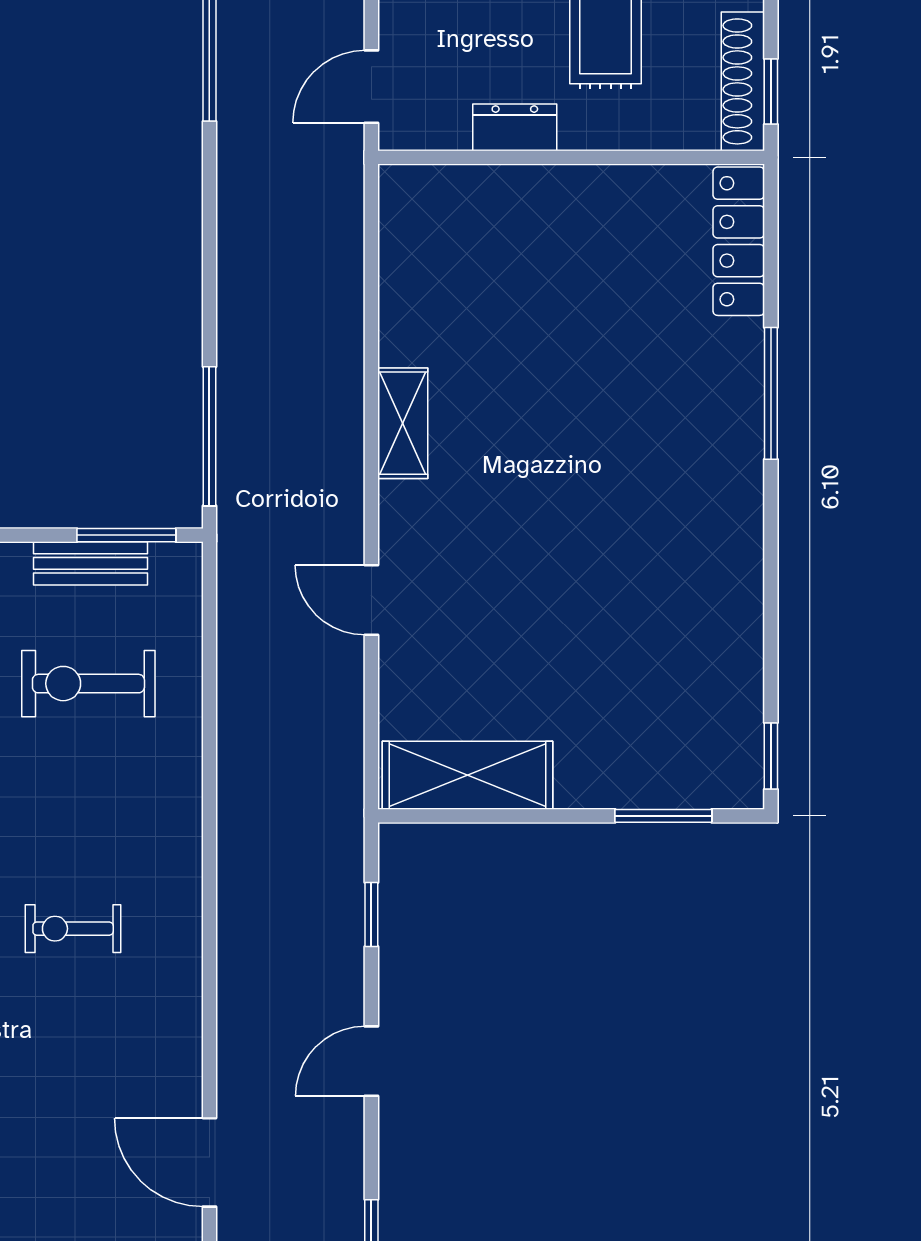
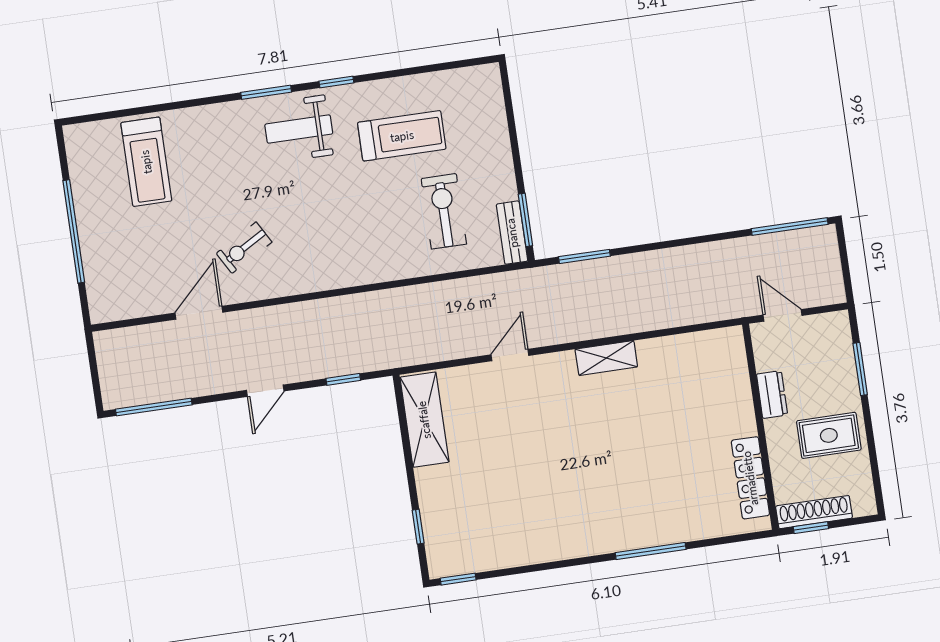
locker: (739, 241) -> (750, 478), moved, turned -90
window: (209, 436) -> (584, 256), width x0.69
bench: (91, 563) -> (512, 233), moved
window: (663, 816) -> (418, 527), width x0.67
exercise bike: (73, 929) -> (244, 248), moved, turned -120
door: (371, 1061) -> (265, 391), swing flipped

